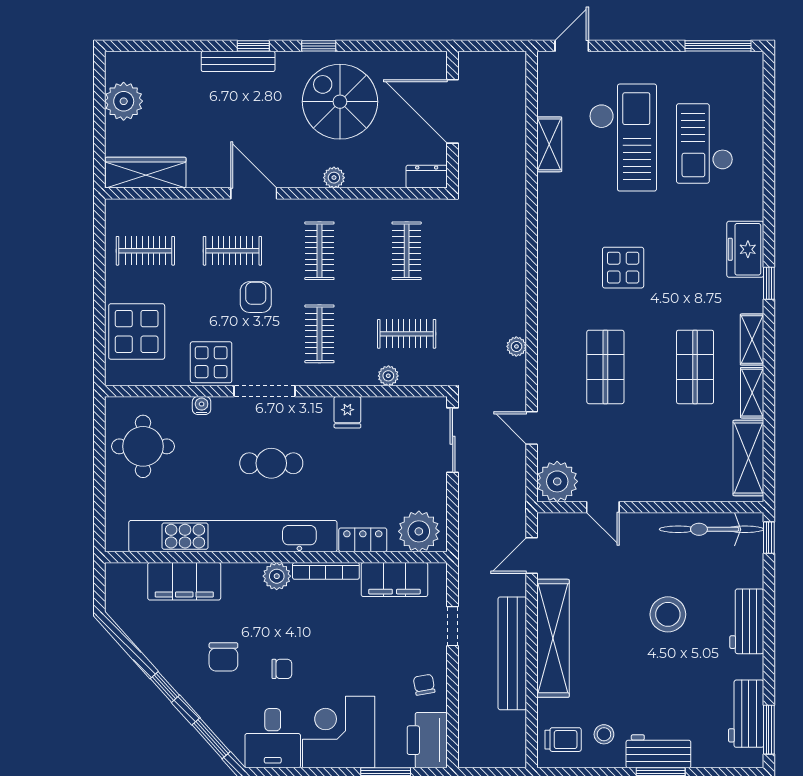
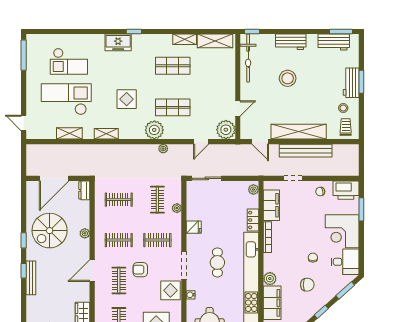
plant: (557, 327) -> (154, 130), added
shelving: (752, 340) -> (106, 134), moved
plant: (419, 531) -> (253, 190), width x0.53, depth x0.53
plant: (277, 576) -> (270, 279), moved

